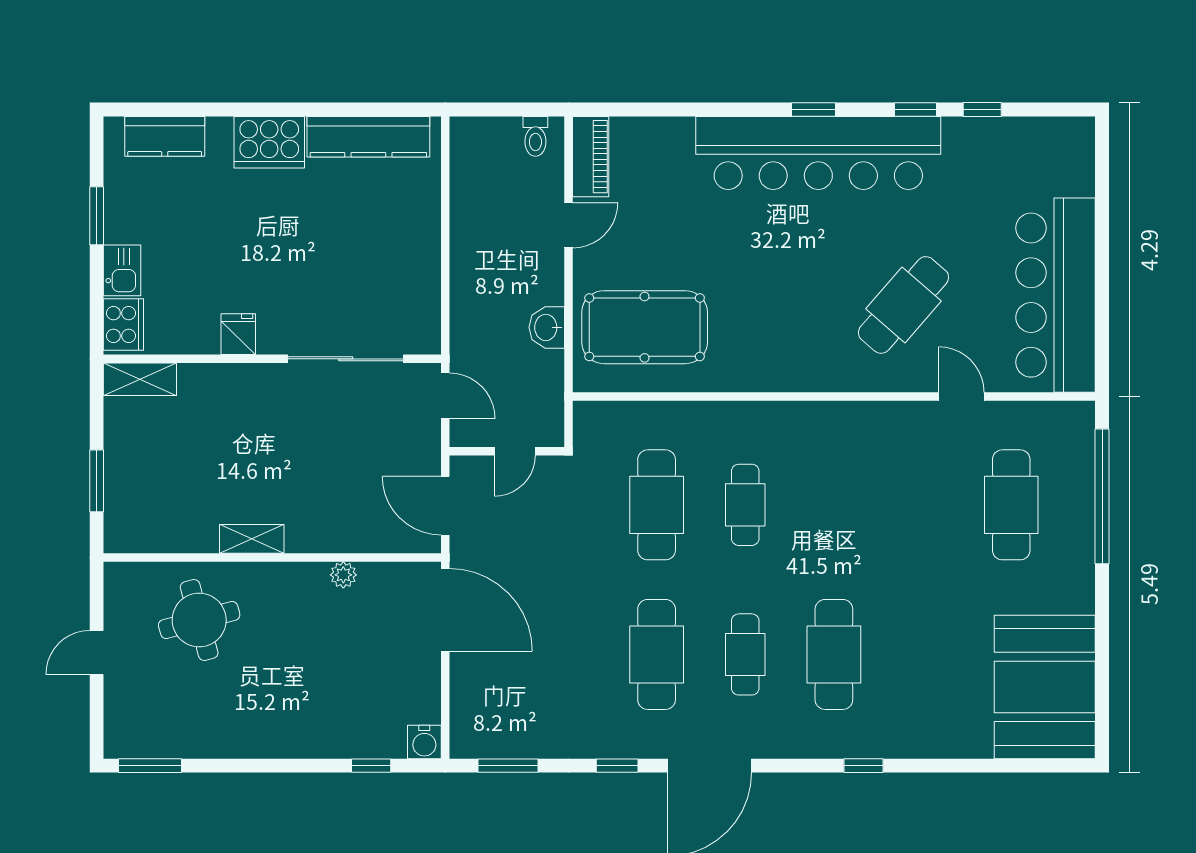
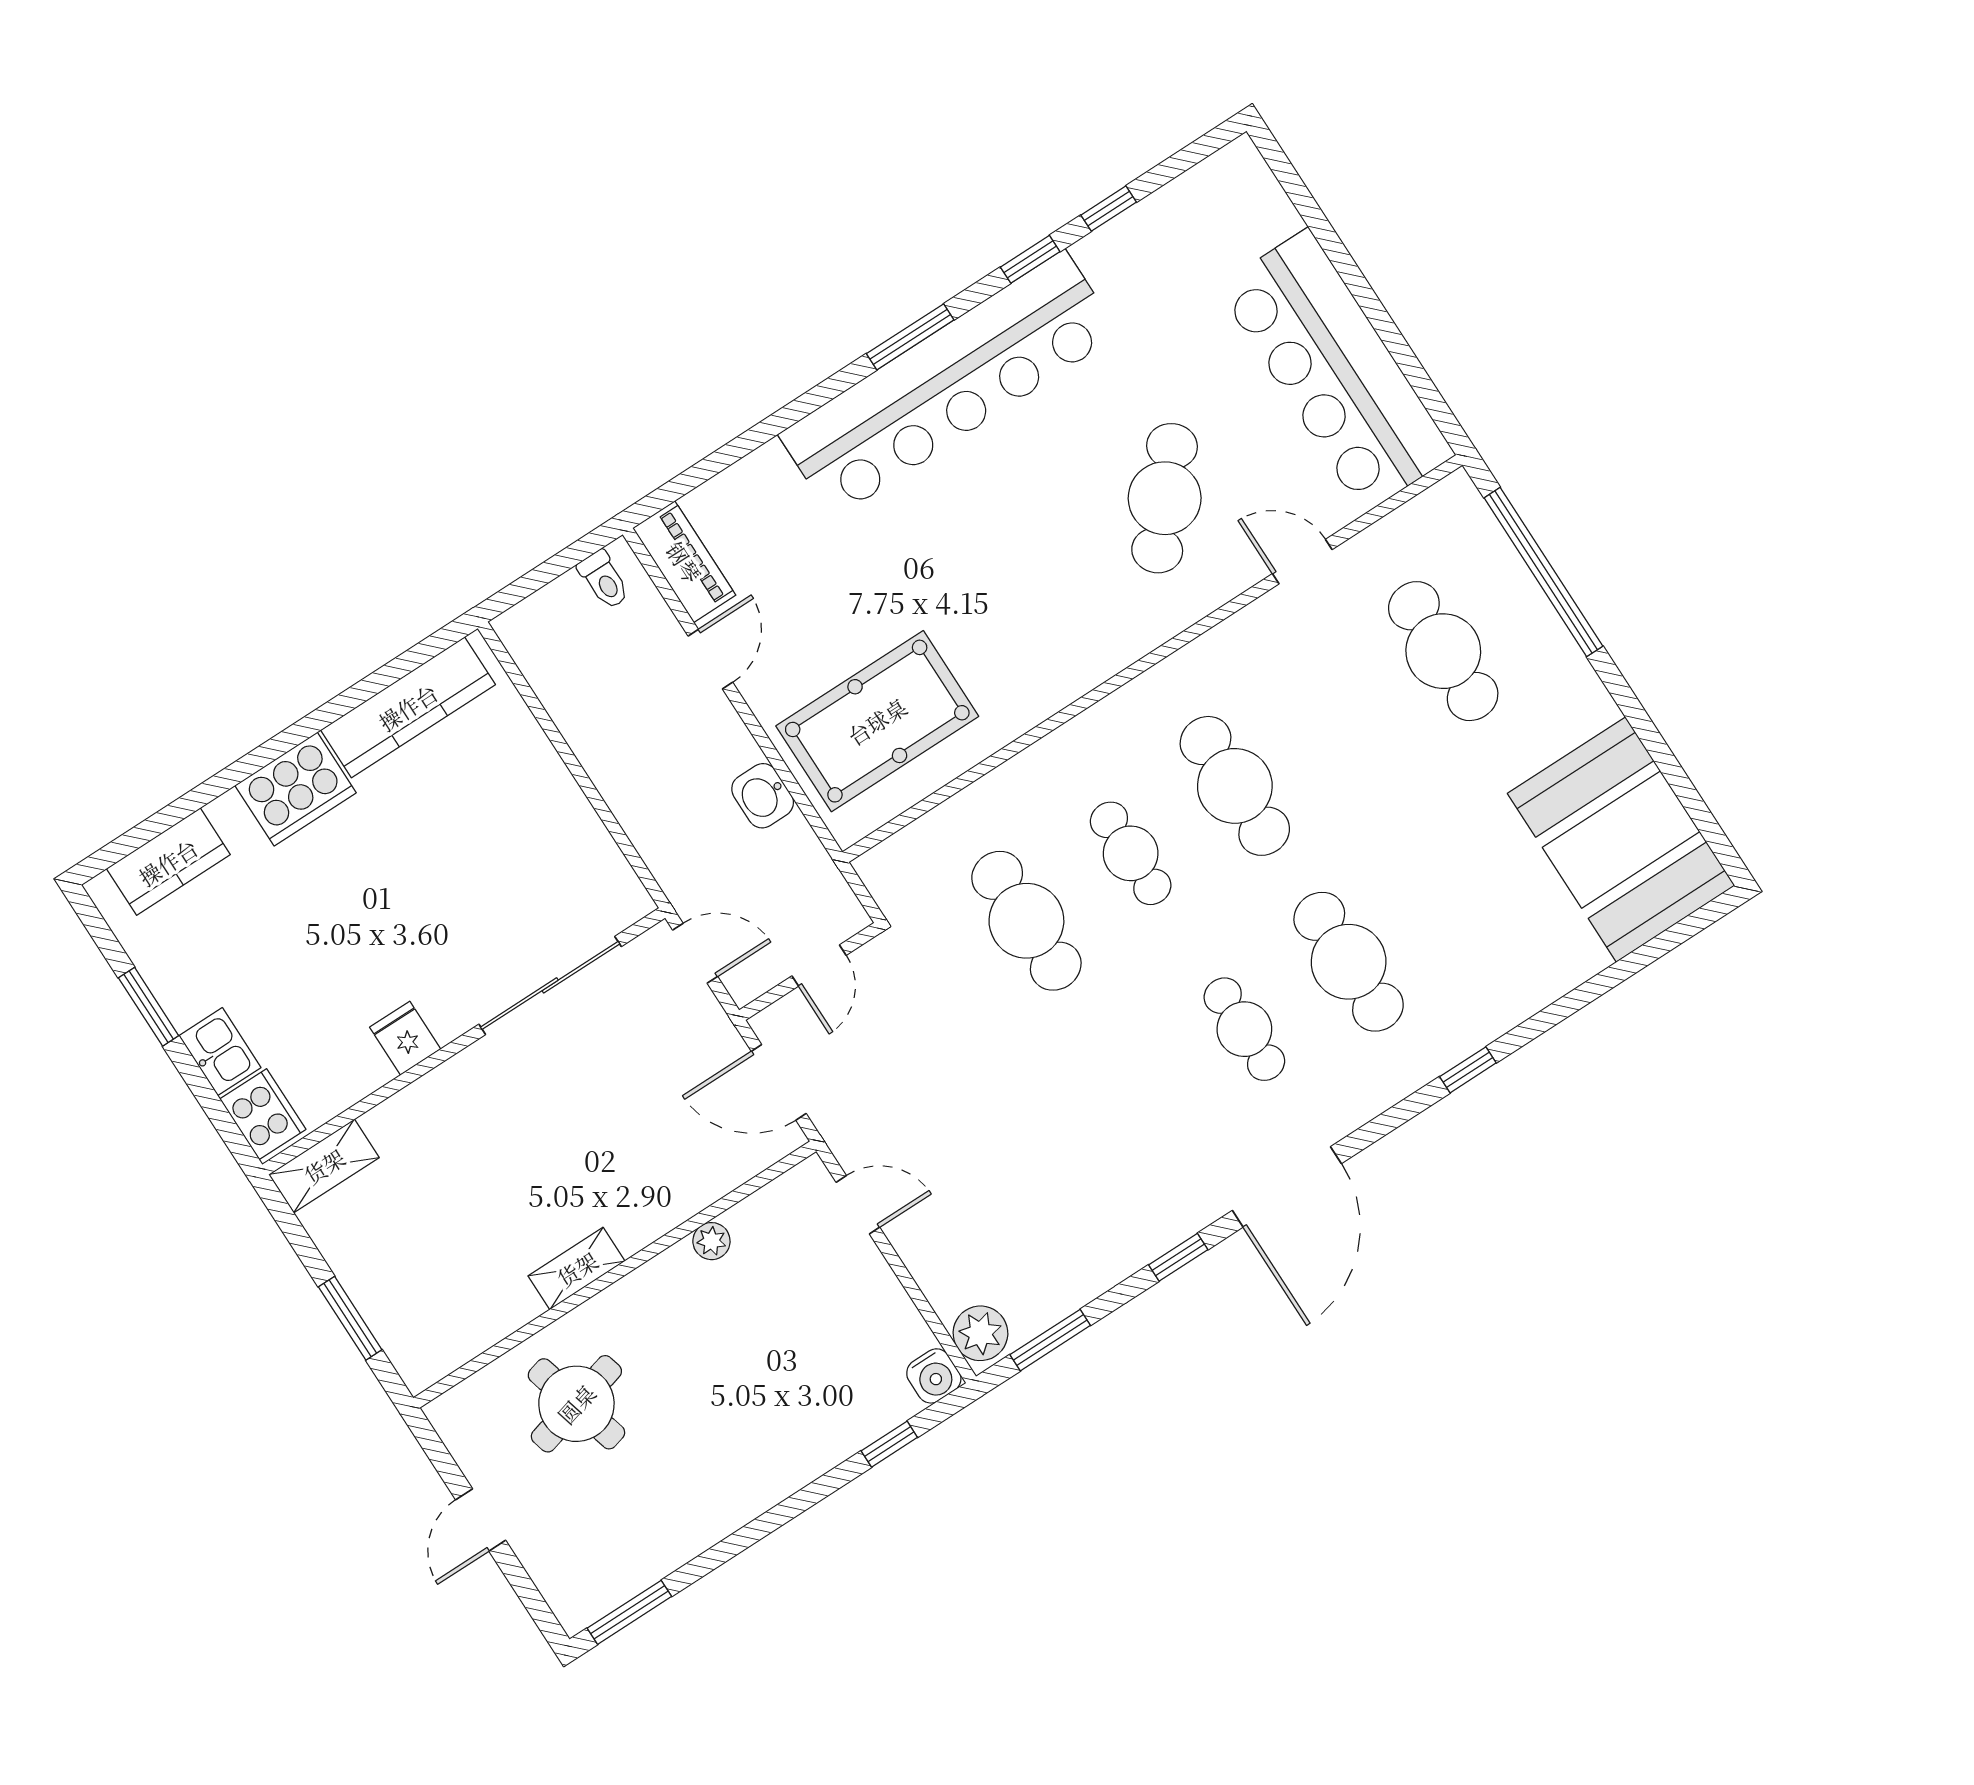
window: (813, 109) -> (910, 337), width x1.50
door: (445, 610) -> (858, 1205), width x0.53
cafe table: (657, 654) -> (1235, 786), moved
plant: (469, 734) -> (980, 1333), added

